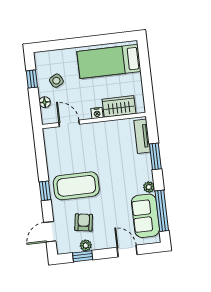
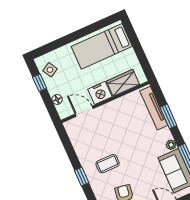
side table: (56, 81) -> (50, 70), moved
nightstand: (97, 113) -> (100, 93), width x1.89, depth x1.79
tv unit: (142, 136) -> (154, 108), width x1.41
coffee table: (76, 186) -> (108, 164), width x0.54, depth x0.58

